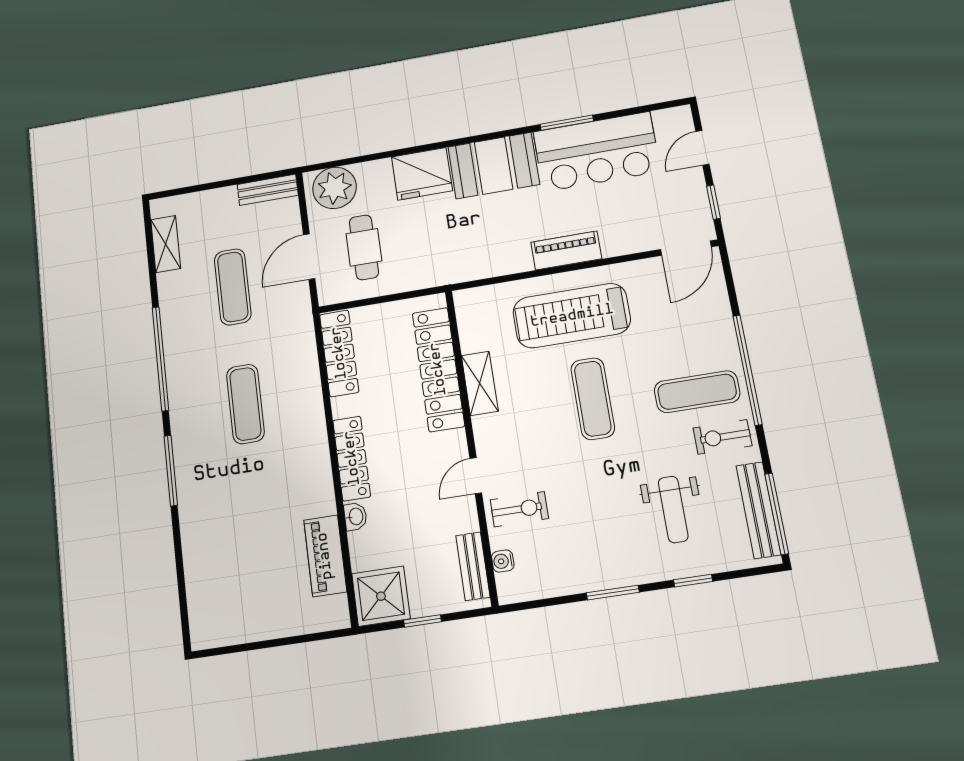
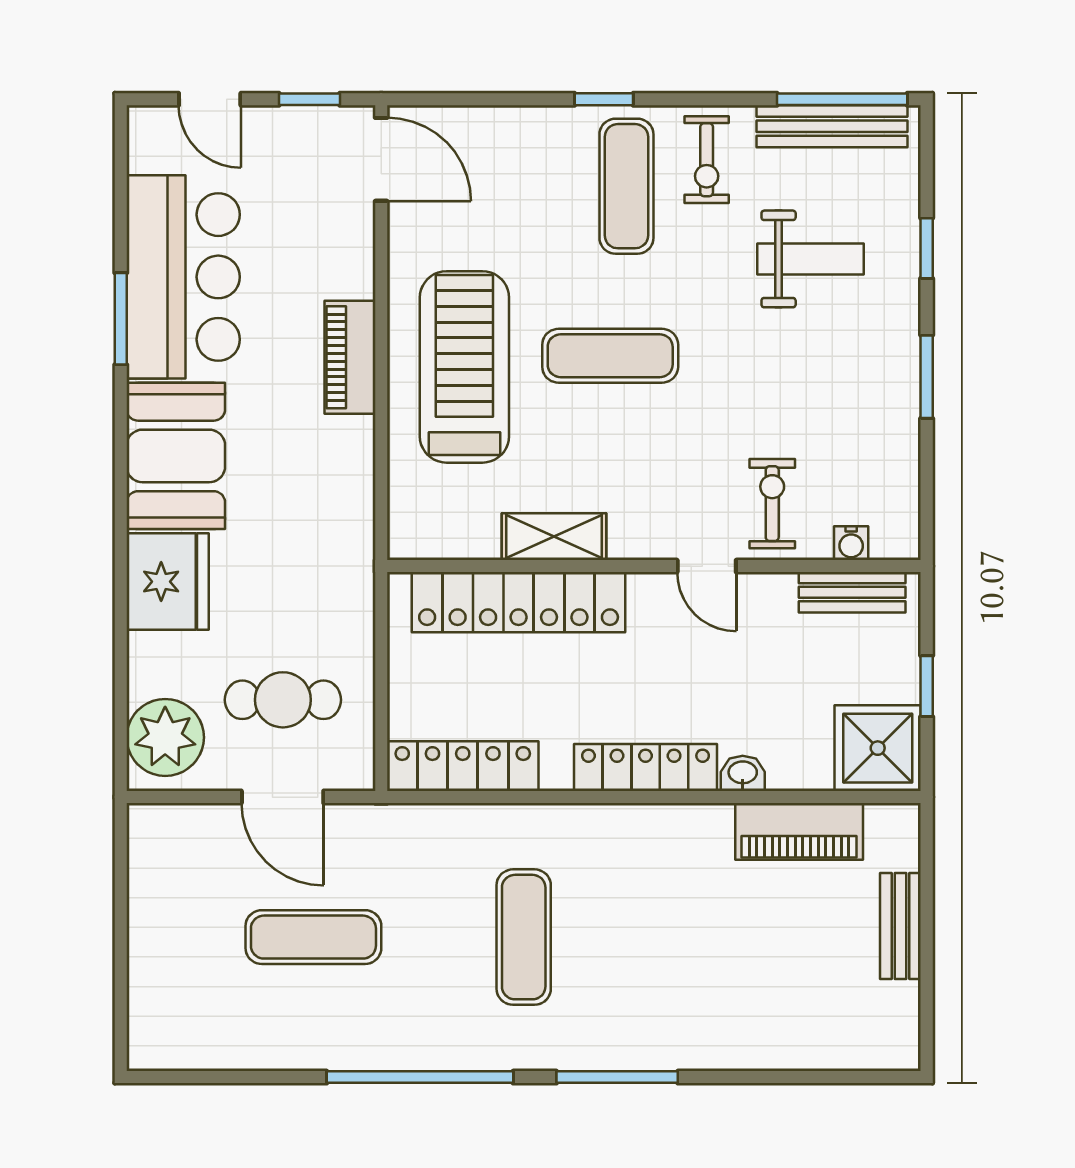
bench: (268, 190) -> (900, 926), moved
shelving: (166, 244) -> (214, 1049), removed
treadmill: (572, 316) -> (464, 367), turned 180
window: (747, 370) -> (604, 99), width x0.32
exercise mat: (245, 404) -> (524, 937), turned 90

